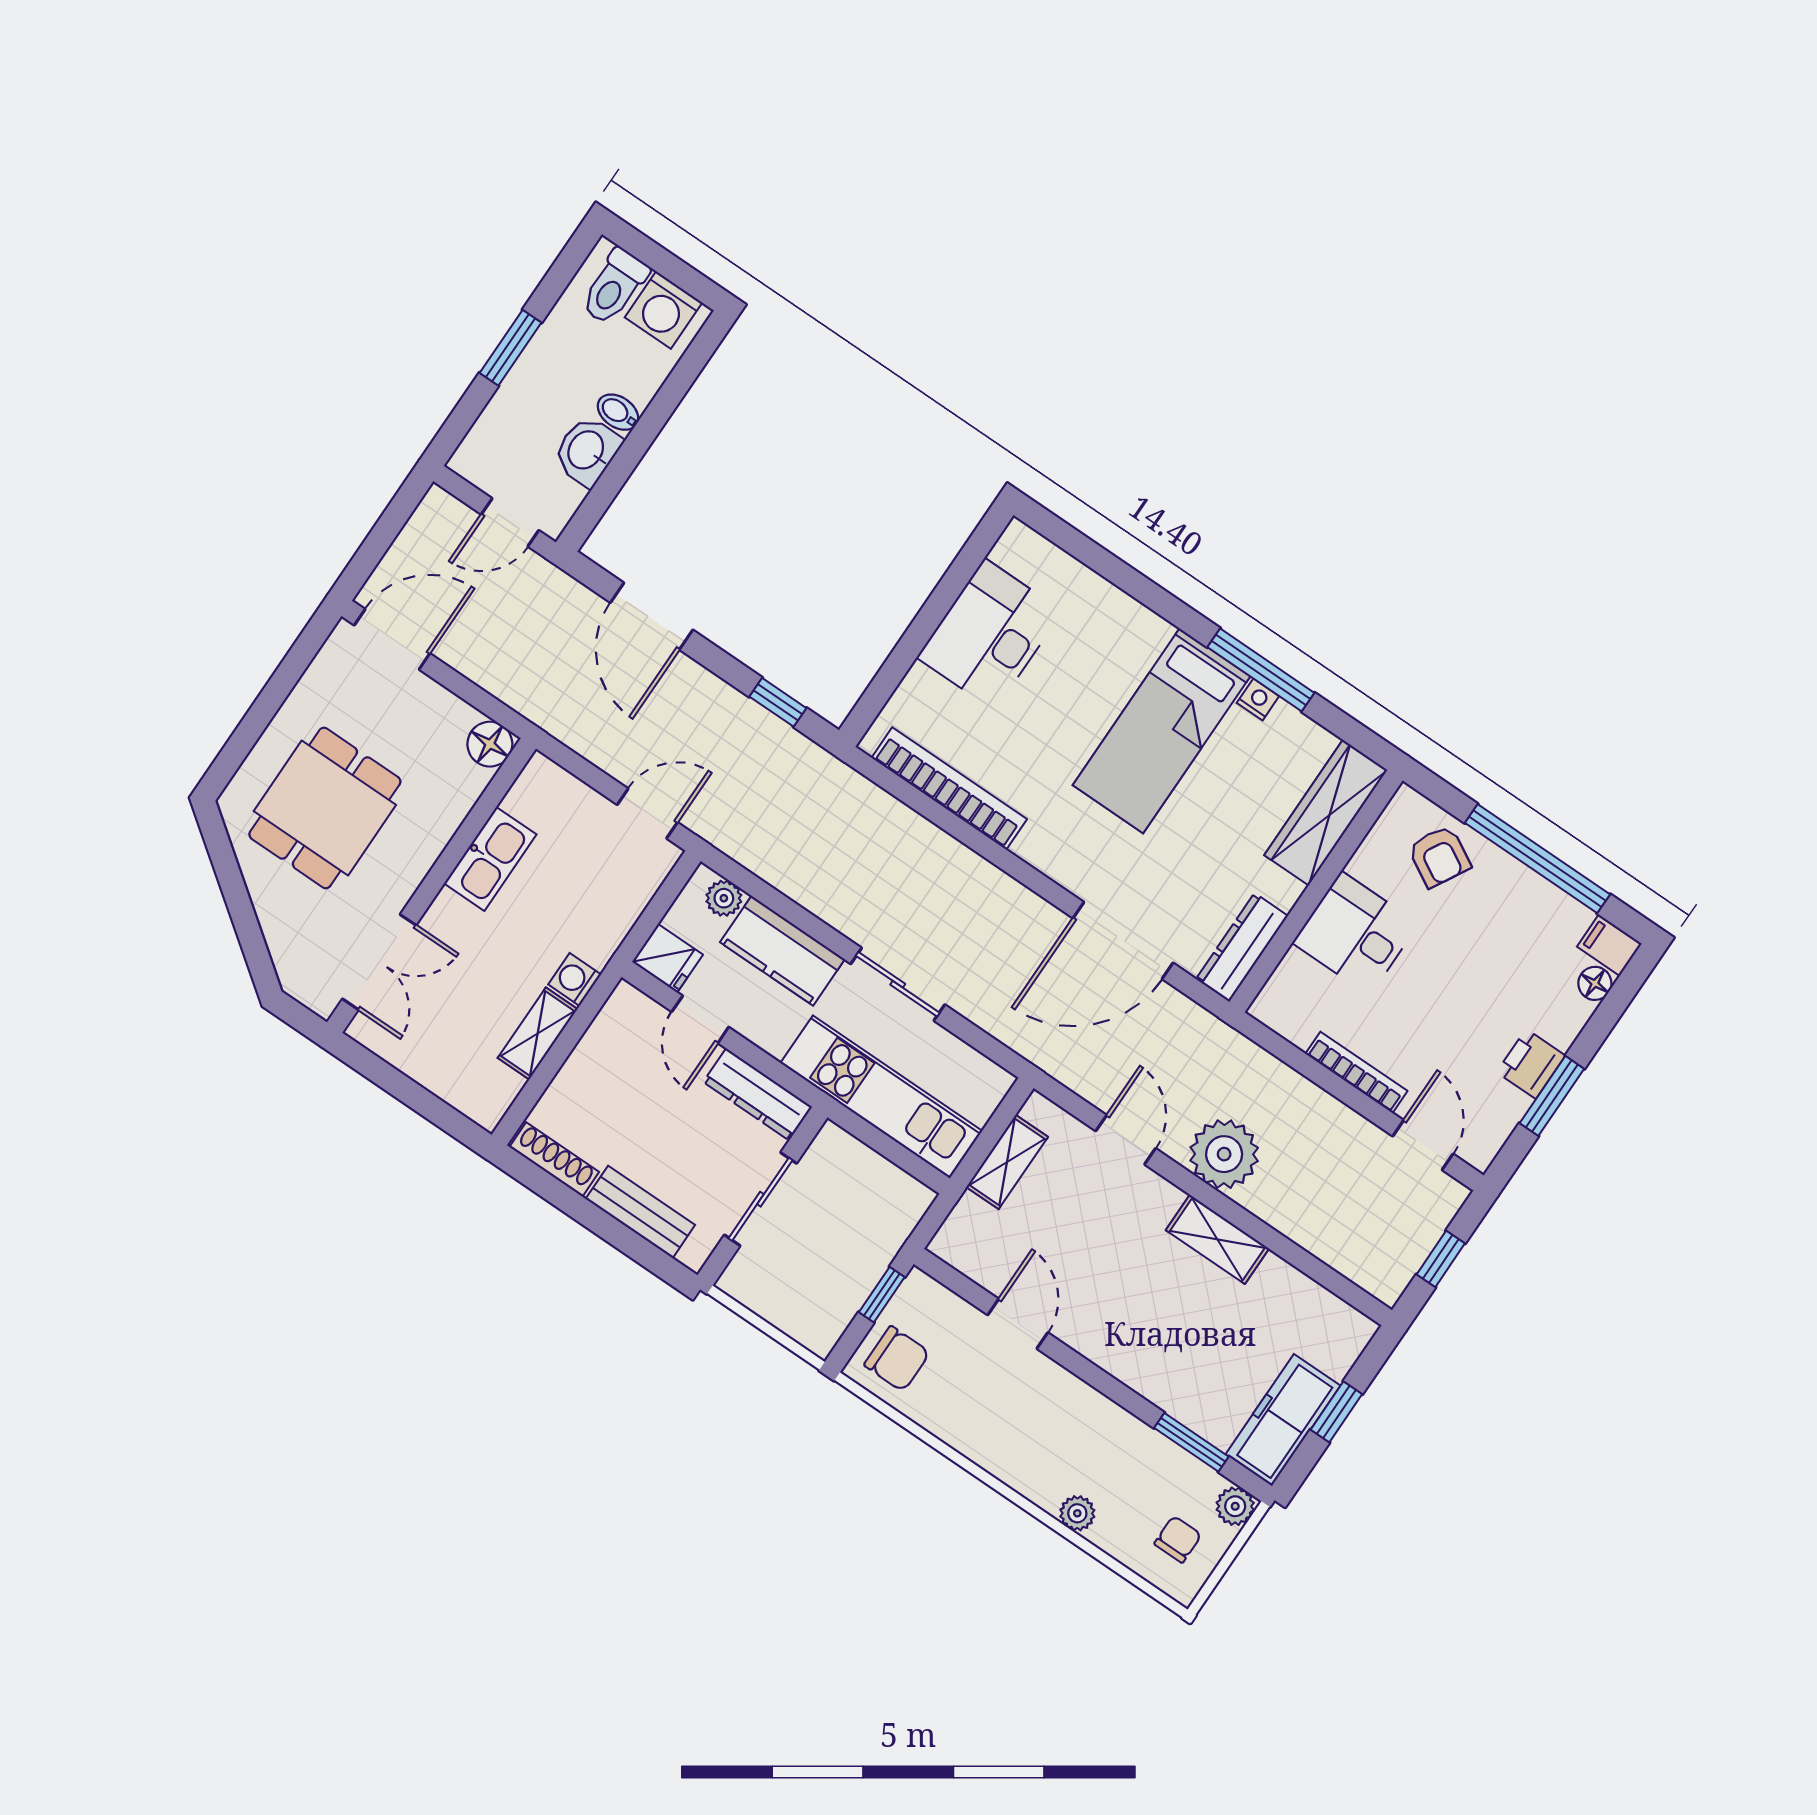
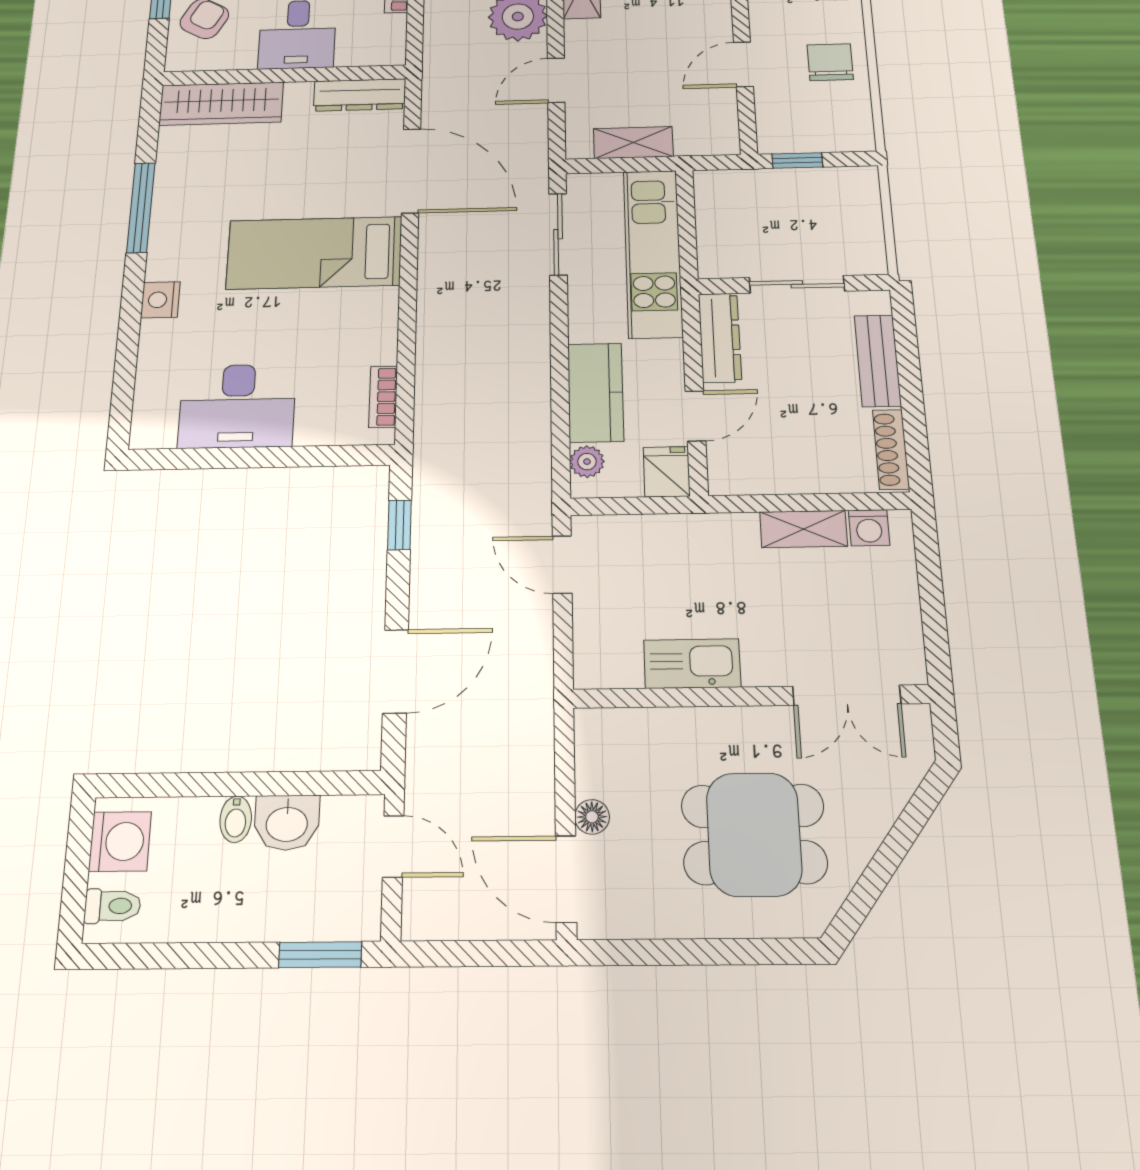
toilet: (614, 287) -> (112, 906), width x0.73, depth x0.72
window: (511, 348) -> (320, 955), moved
nightstand: (1258, 700) -> (160, 300), moved, width x1.39, depth x1.35
bed: (1161, 731) -> (314, 253), moved, turned 180
floor lamp: (490, 744) -> (592, 817), moved, width x0.73, depth x0.73
bookcase: (949, 789) -> (383, 397), width x0.43, depth x0.76
double door: (379, 962) -> (847, 695), swing flipped
washing machine: (575, 979) -> (869, 528), moved
sliding door: (898, 984) -> (558, 234), moved
chair: (897, 1359) -> (830, 62), moved

